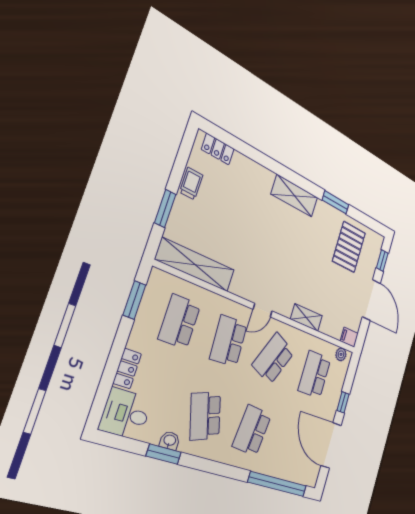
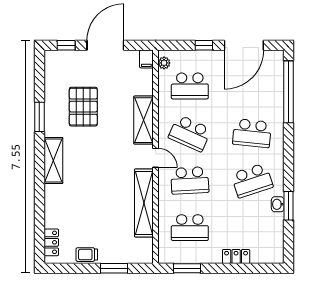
pallet: (349, 247) -> (83, 107), moved, turned 90
shelving: (195, 265) -> (144, 203), moved
shelving: (306, 317) -> (144, 120), width x1.50, depth x1.33
desk: (126, 414) -> (268, 246), removed

